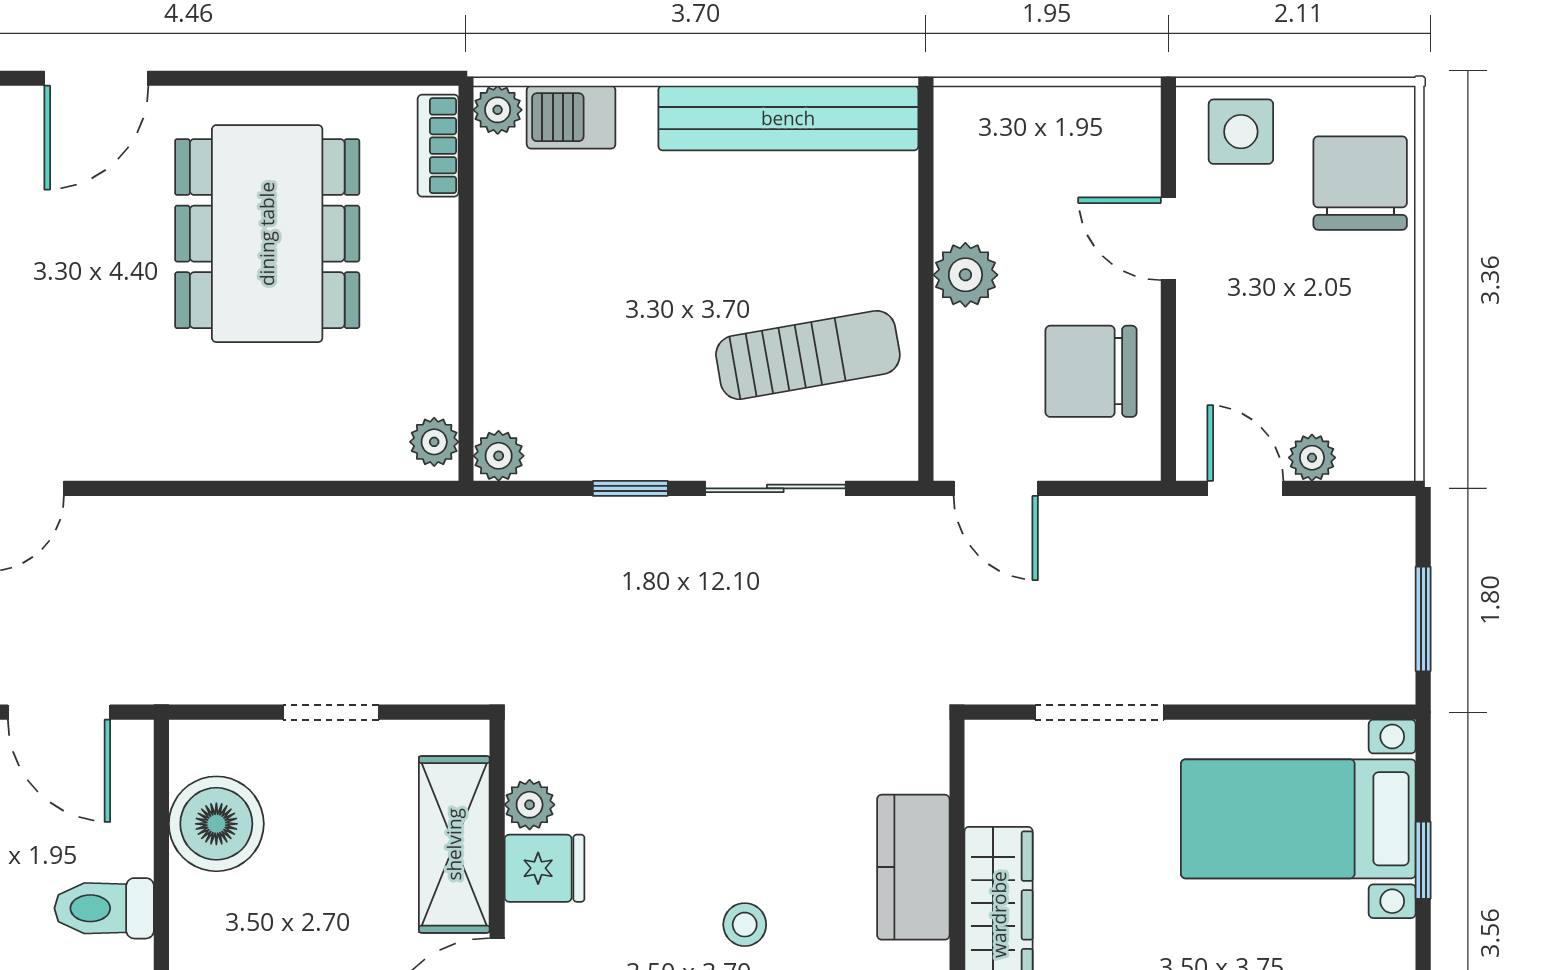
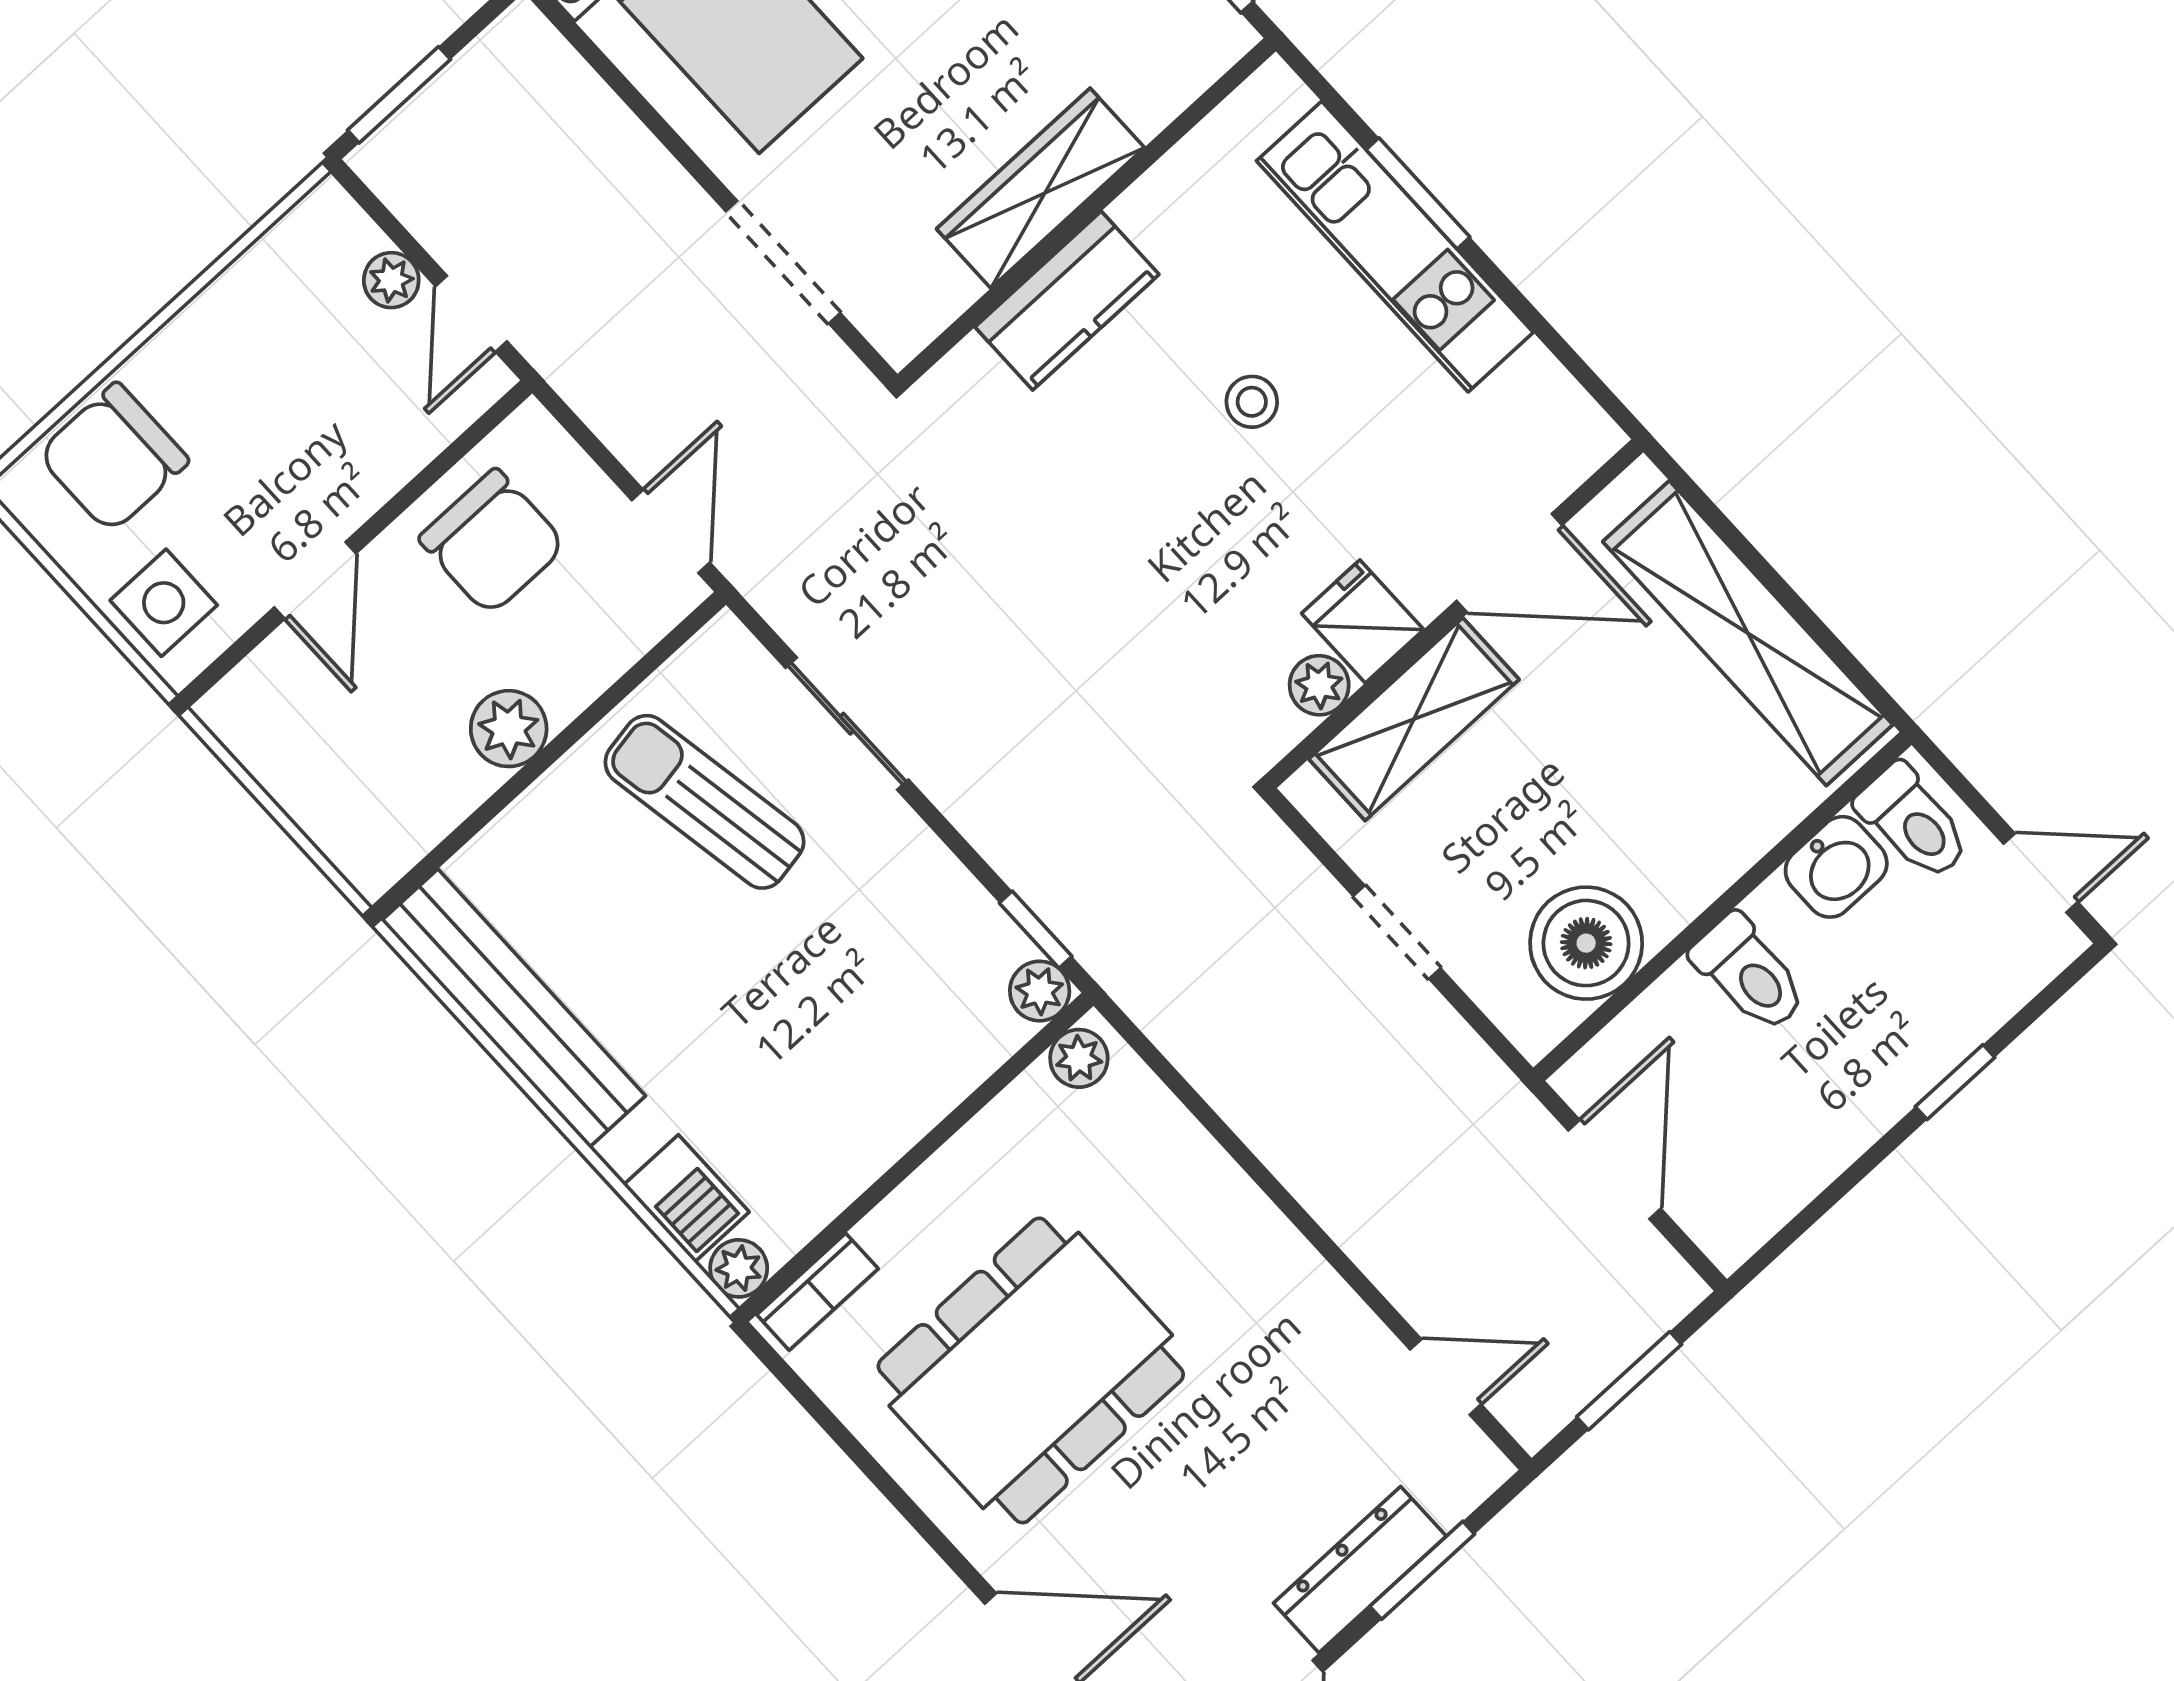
window: (630, 488) -> (1036, 930), moved
window: (1423, 619) -> (399, 95), moved

